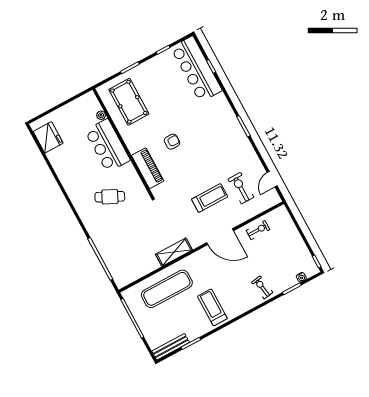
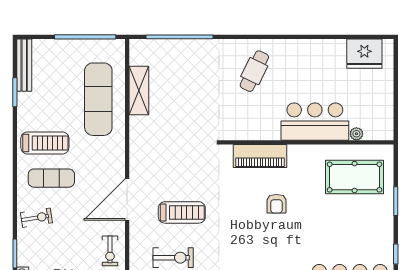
cafe table: (110, 197) -> (254, 71), moved
treadmill: (210, 198) -> (182, 212), turned -90
shelving: (174, 252) -> (139, 91), moved
exercise mat: (232, 291) -> (51, 178), added

